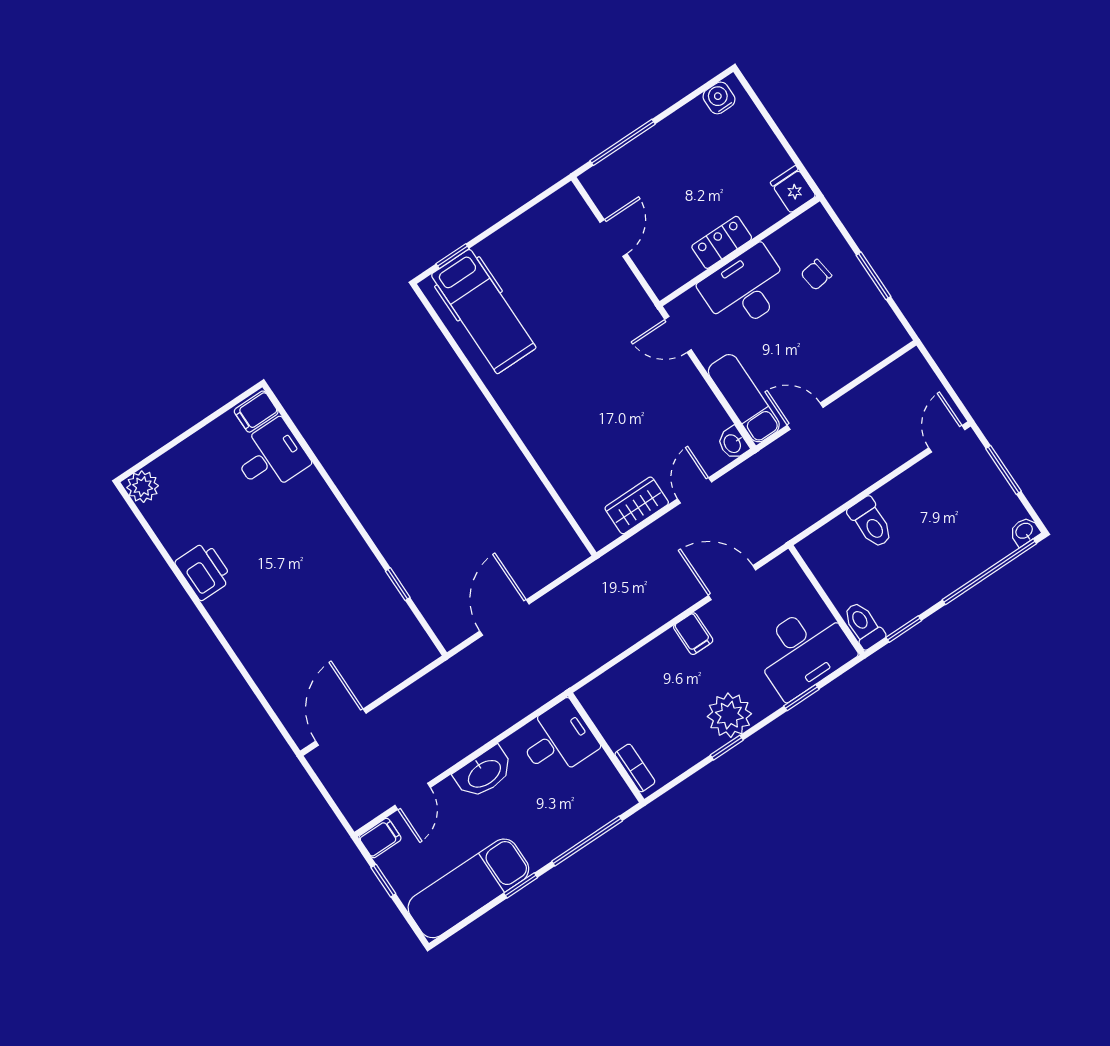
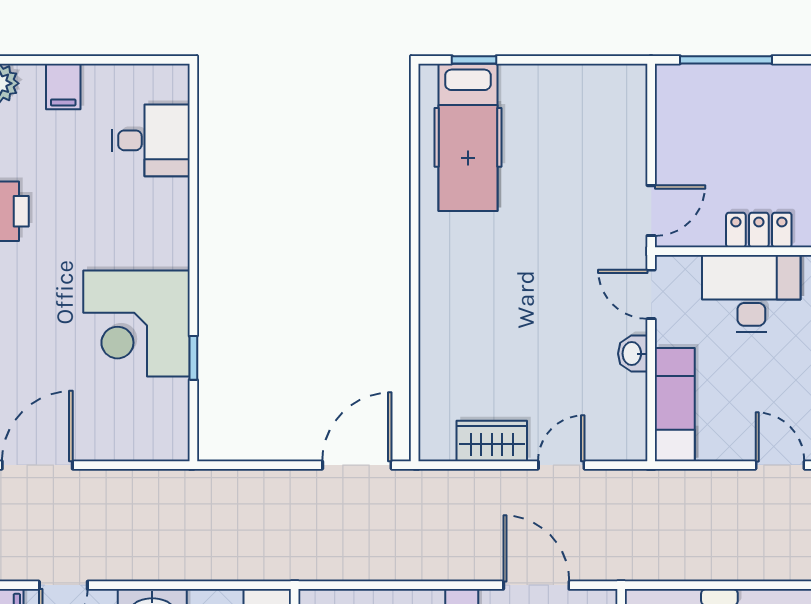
door: (613, 238) -> (651, 211), moved
filing cabinet: (256, 412) -> (63, 86), moved, turned -90
door: (805, 416) -> (780, 465), moved
washbasin: (733, 443) -> (633, 354), moved
corner desk: (344, 587) -> (137, 323), added
door: (504, 618) -> (357, 465), moved

